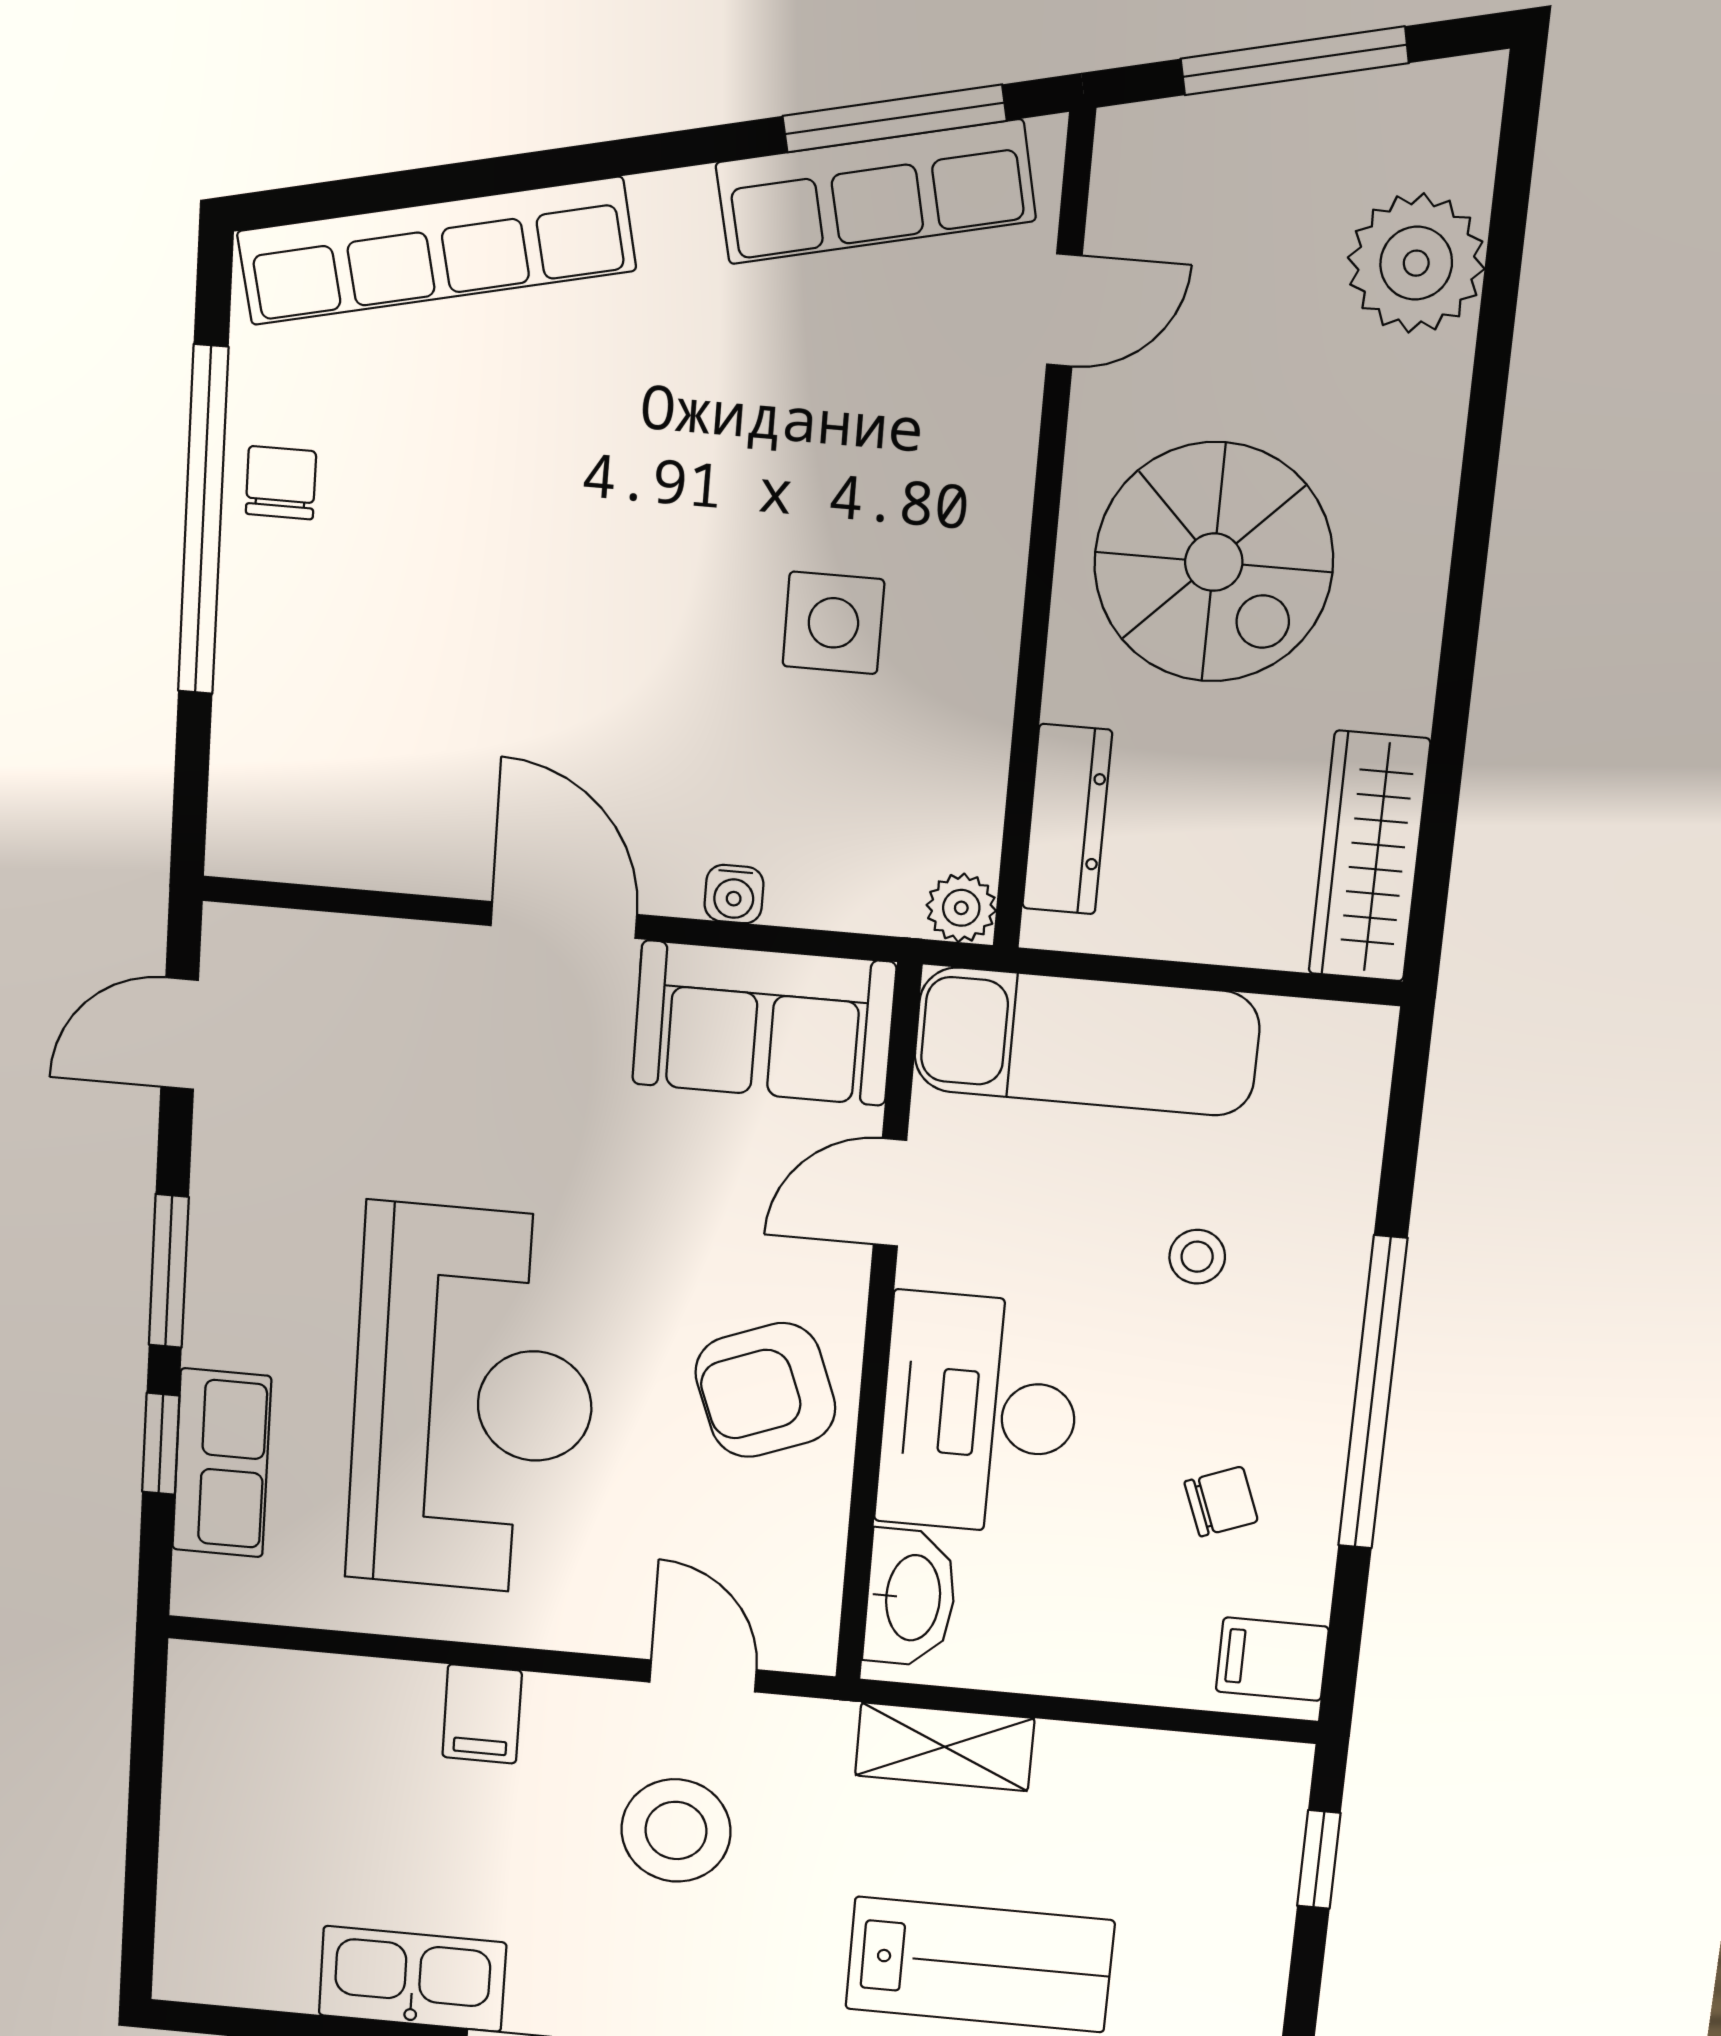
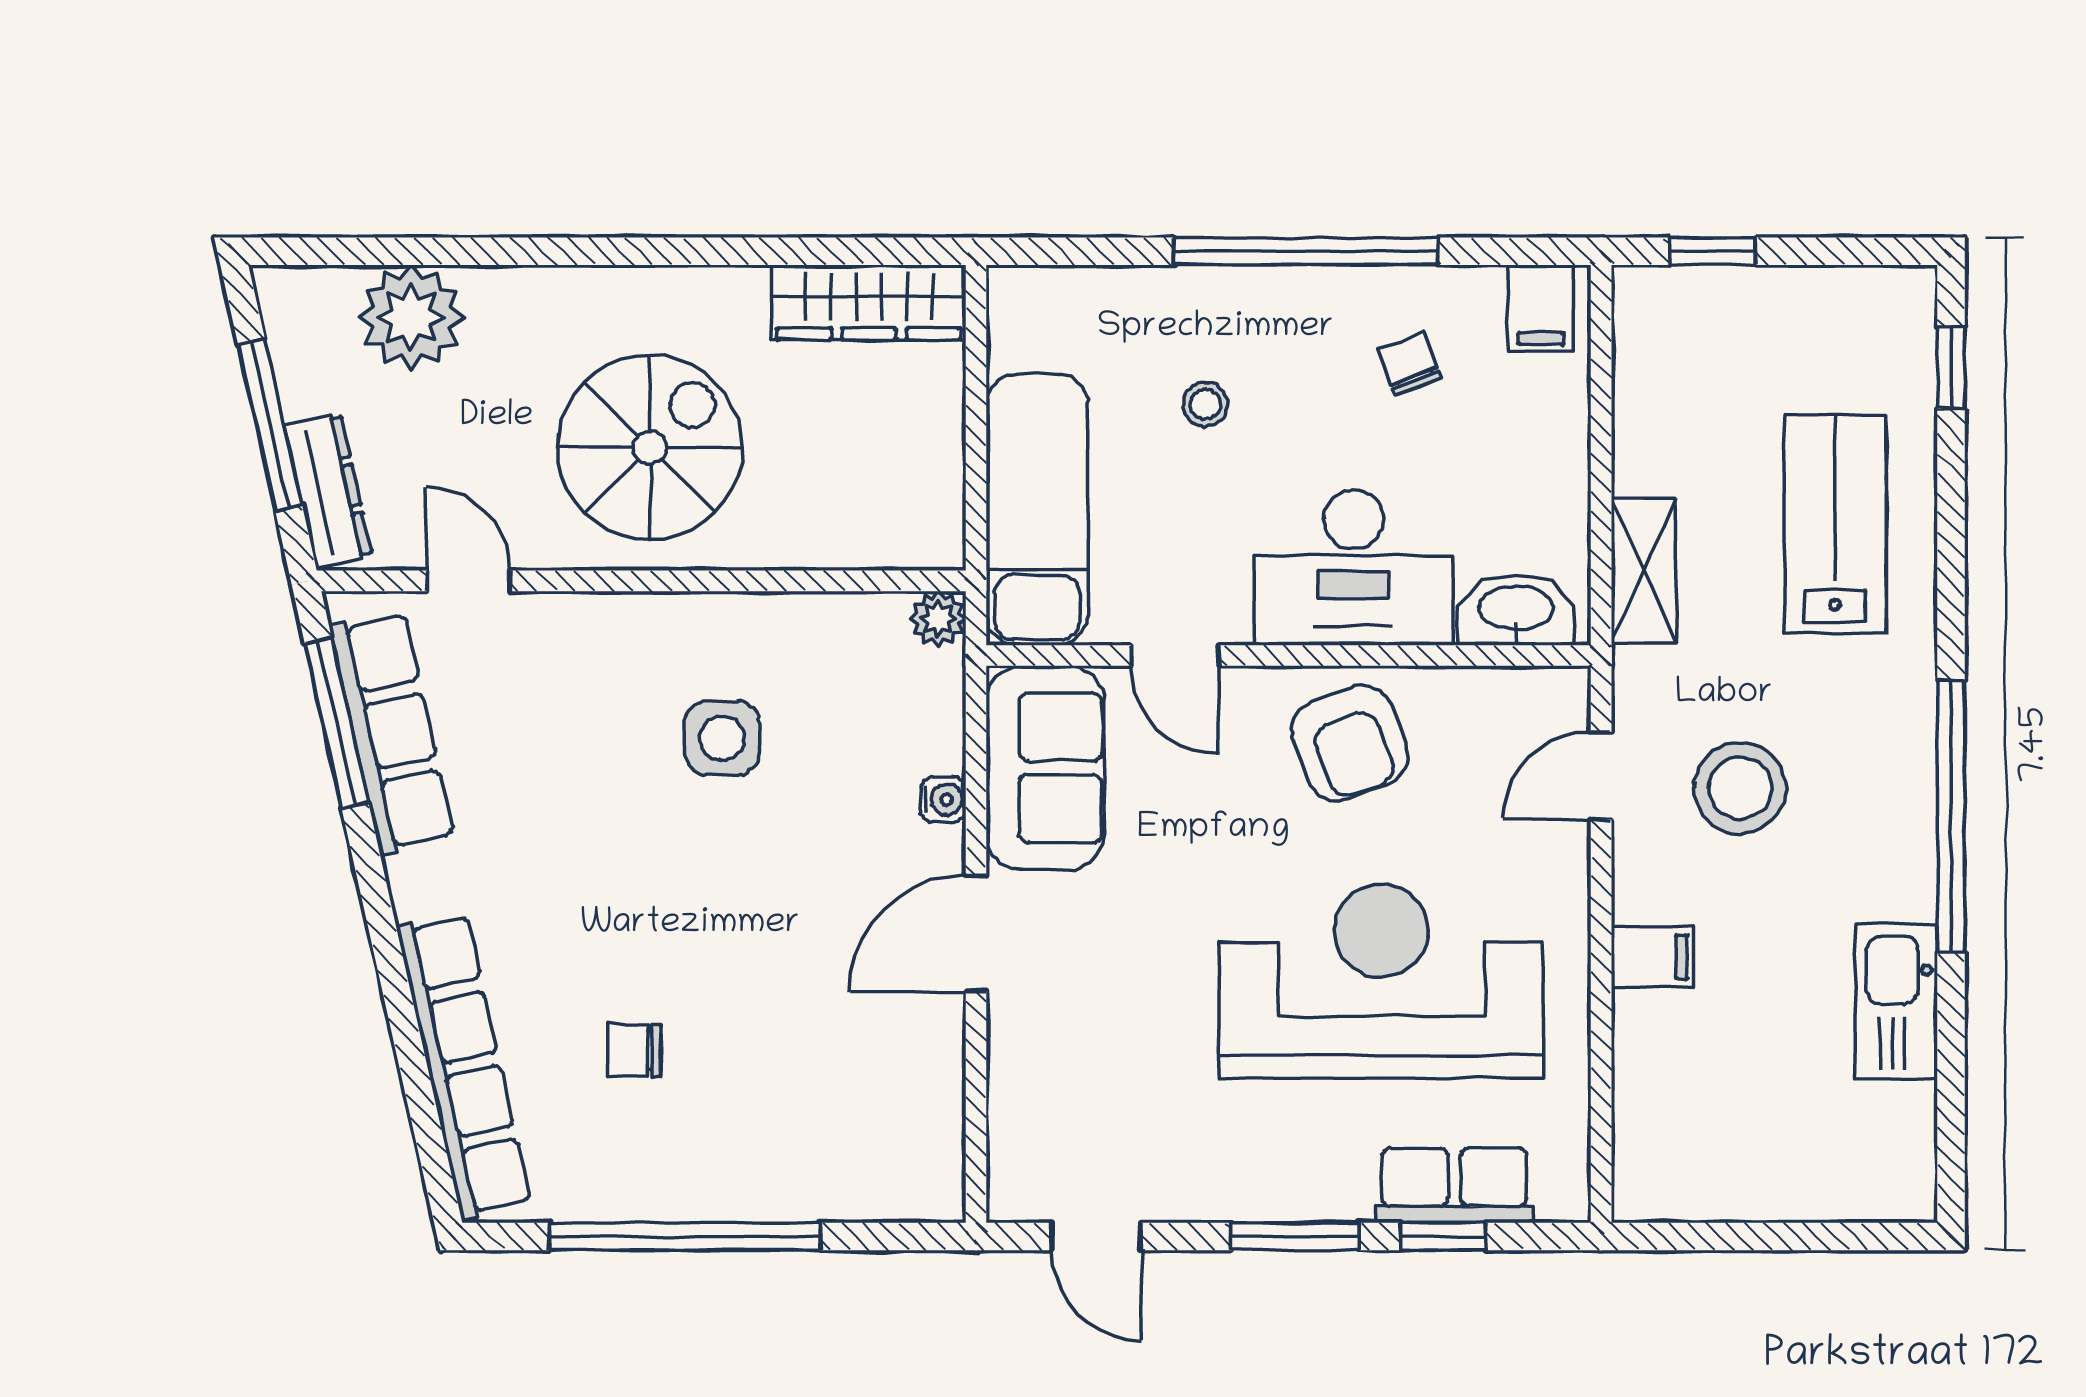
chair: (281, 483) -> (634, 1051), moved
dresser: (1067, 819) -> (328, 491), moved, turned 77

